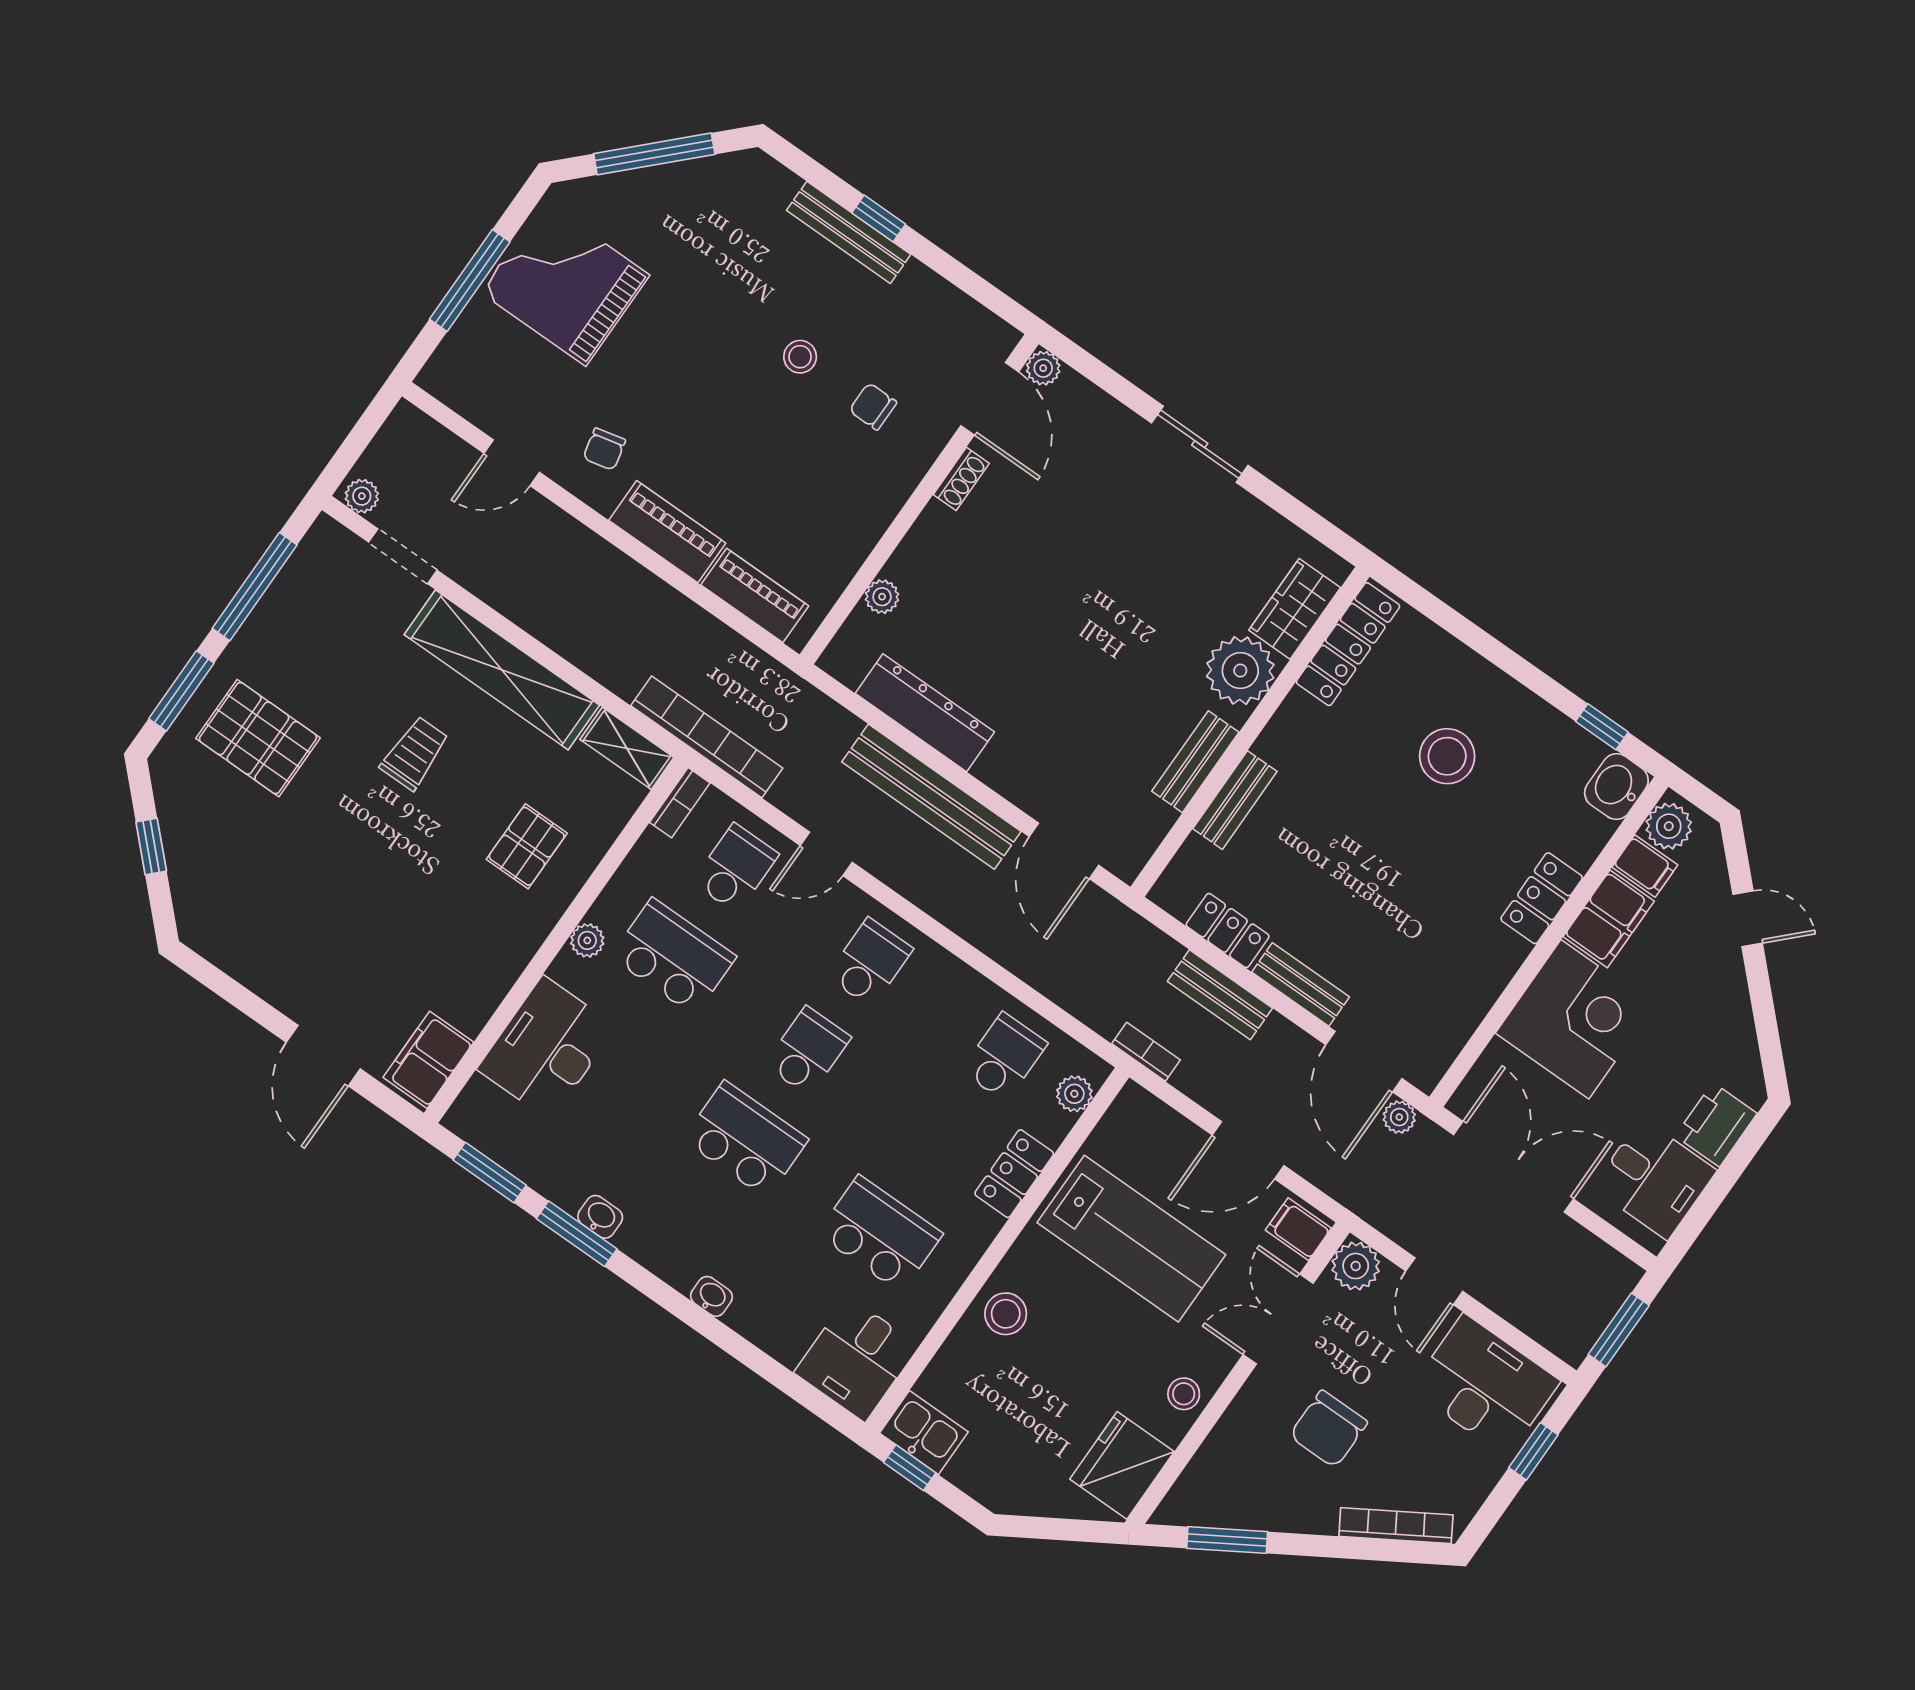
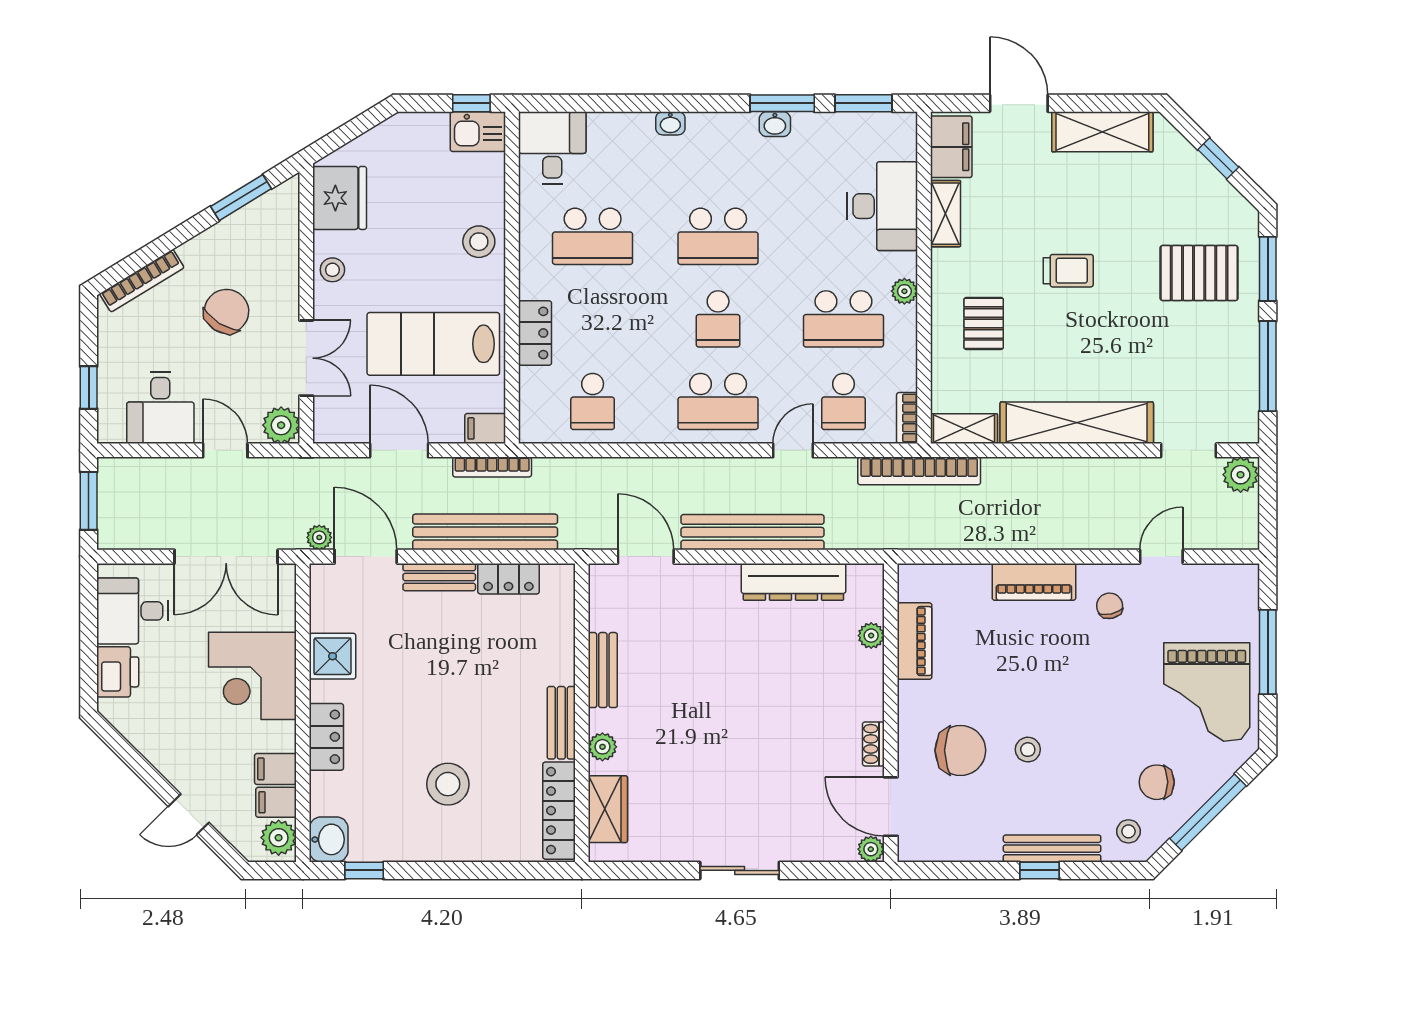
stool: (754, 193) -> (1128, 831), added
chair: (687, 225) -> (1157, 782), added
grand piano: (565, 284) -> (1207, 692), turned 90
chair: (873, 406) -> (960, 750), width x1.87, depth x1.87
plant: (362, 496) -> (1241, 475), width x1.38, depth x1.38
piano: (755, 595) -> (915, 641), moved, turned -90
plant: (1240, 671) -> (602, 747), width x0.53, depth x0.53
trolley: (415, 753) -> (1068, 271), moved, turned -90
bench: (1235, 800) -> (561, 723), moved
filing cabinet: (1609, 919) -> (275, 769), width x0.50
shelving: (255, 962) -> (1102, 132), added
school desk: (870, 963) -> (718, 401), width x1.85
shower: (1474, 980) -> (333, 656), added
shelving: (485, 993) -> (946, 214), added
bench: (1220, 995) -> (485, 532), width x1.86, depth x1.21
bookcase: (1146, 1052) -> (492, 467), width x1.56
plant: (1074, 1094) -> (533, 409), removed
door: (1248, 1150) -> (399, 450), hinge flipped
filing cabinet: (1298, 1229) -> (485, 428), moved, turned 180
desk: (1485, 1385) -> (160, 408), width x0.73
chair: (1328, 1429) -> (226, 311), turned 32

